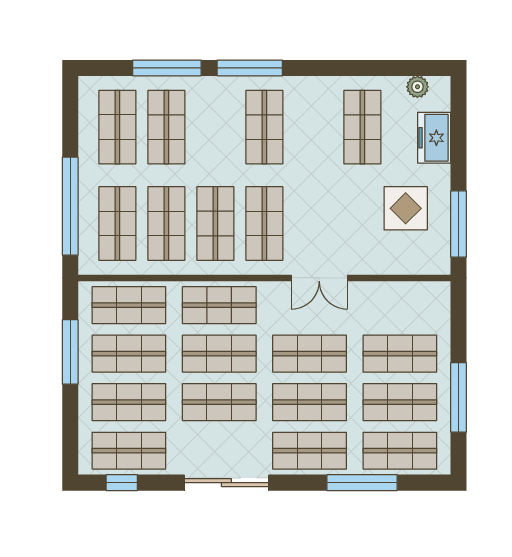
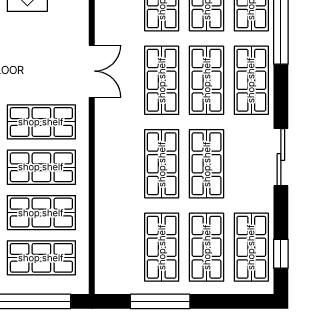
shop shelf: (129, 305) -> (117, 247), removed
shop shelf: (219, 305) -> (117, 164), removed
sliding door: (226, 483) -> (281, 157), width x0.73

